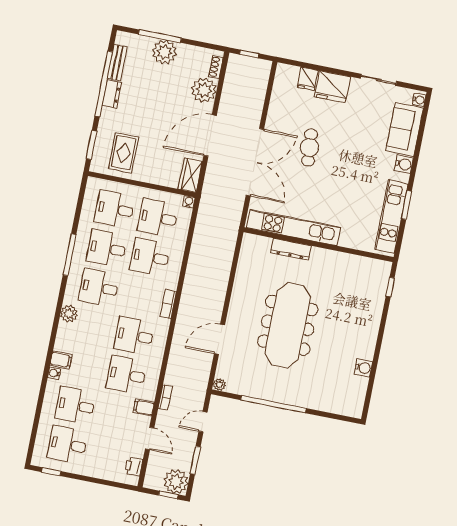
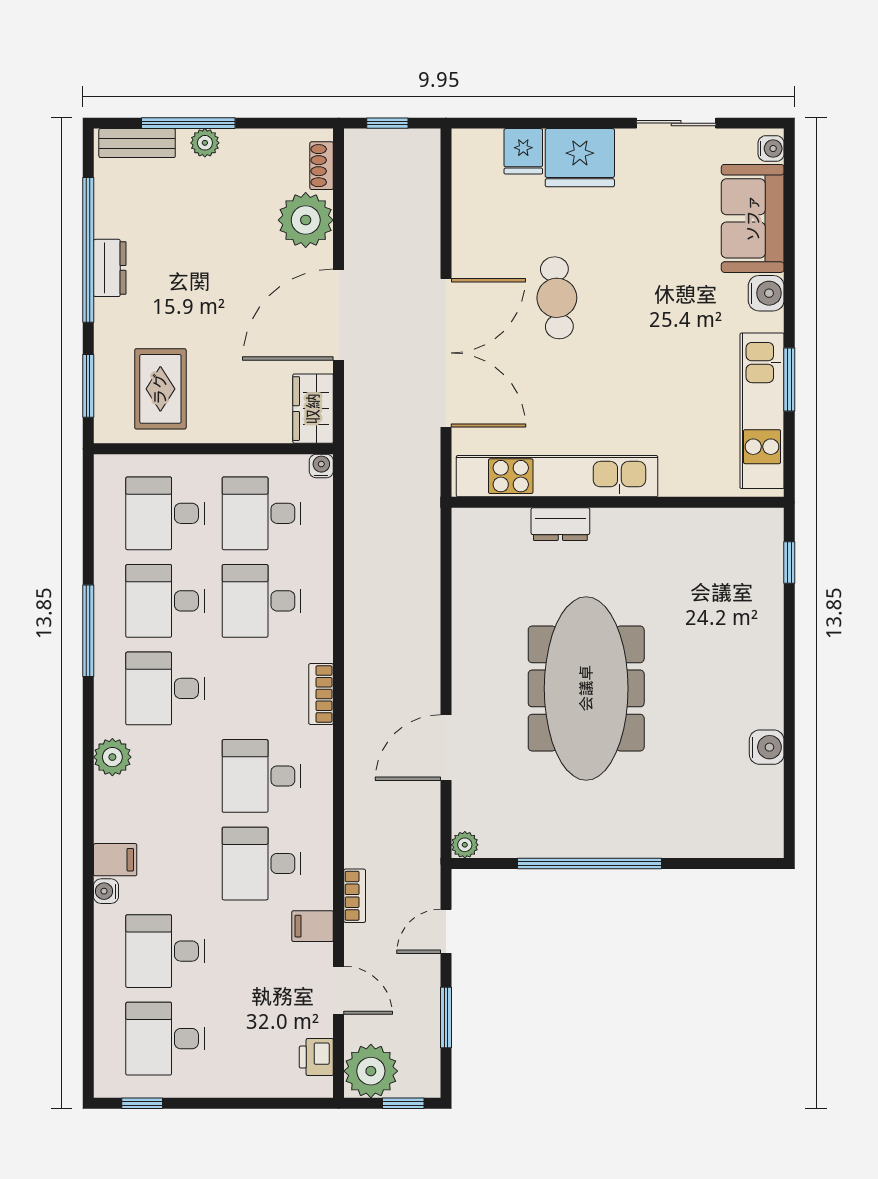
plant: (164, 52) -> (205, 143), width x0.53, depth x0.53
bench: (117, 63) -> (137, 143), moved, turned 90
dresser: (291, 249) -> (560, 524), width x0.70
plant: (176, 481) -> (371, 1071), moved

